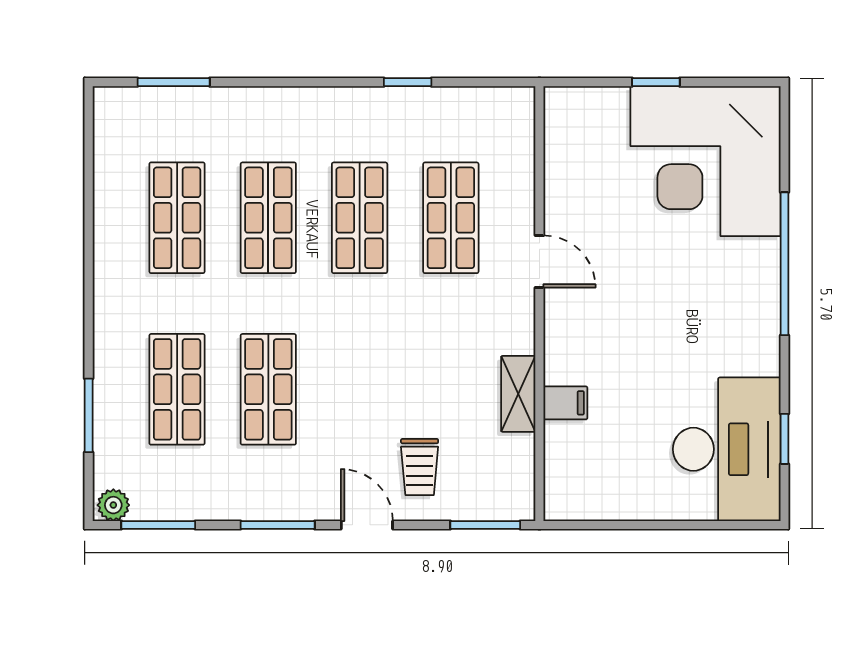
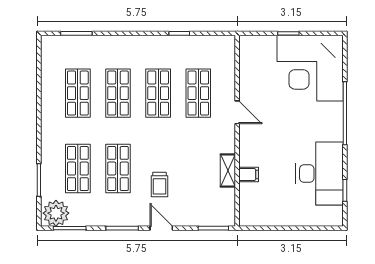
desk: (727, 449) -> (320, 174), moved
trolley: (420, 467) -> (159, 185), moved
plant: (113, 505) -> (56, 213), width x1.87, depth x1.87

